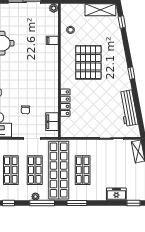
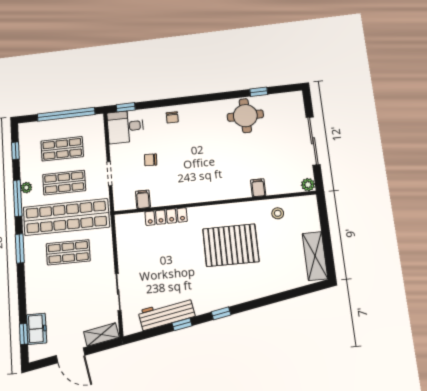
window: (122, 22) -> (182, 324), moved
filing cabinet: (52, 122) -> (143, 199), width x0.50
freezer: (116, 194) -> (37, 329), moved

